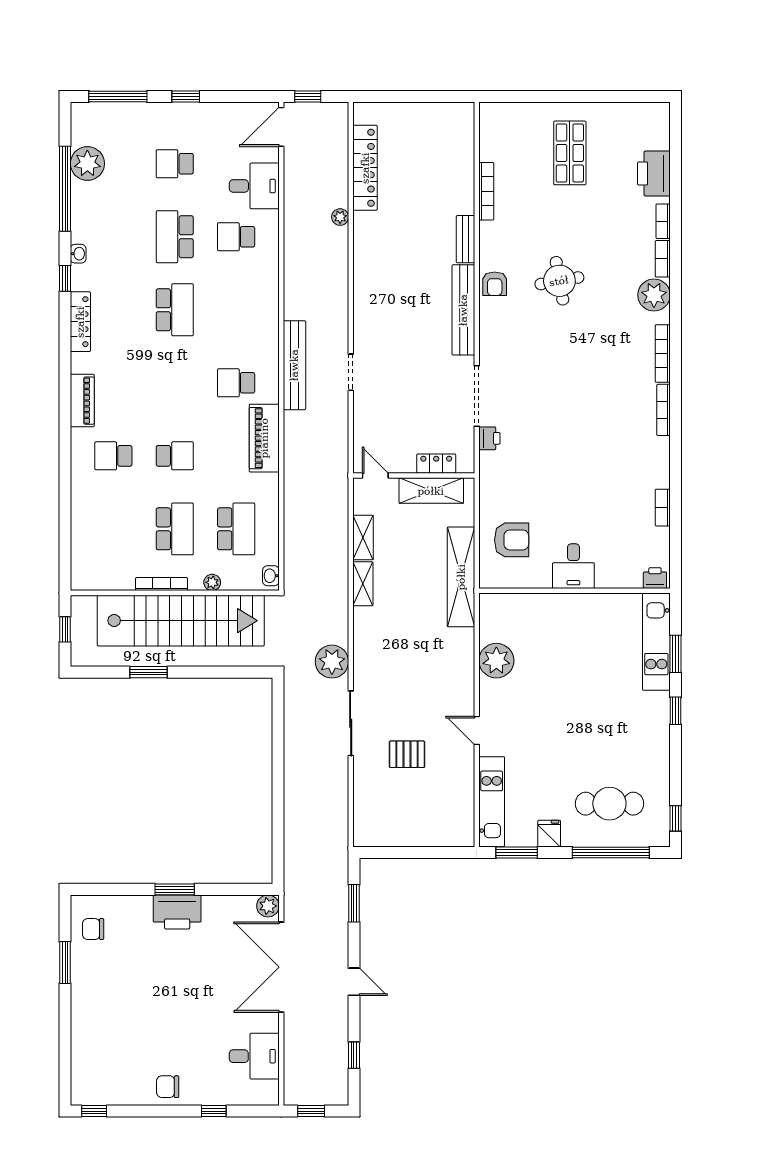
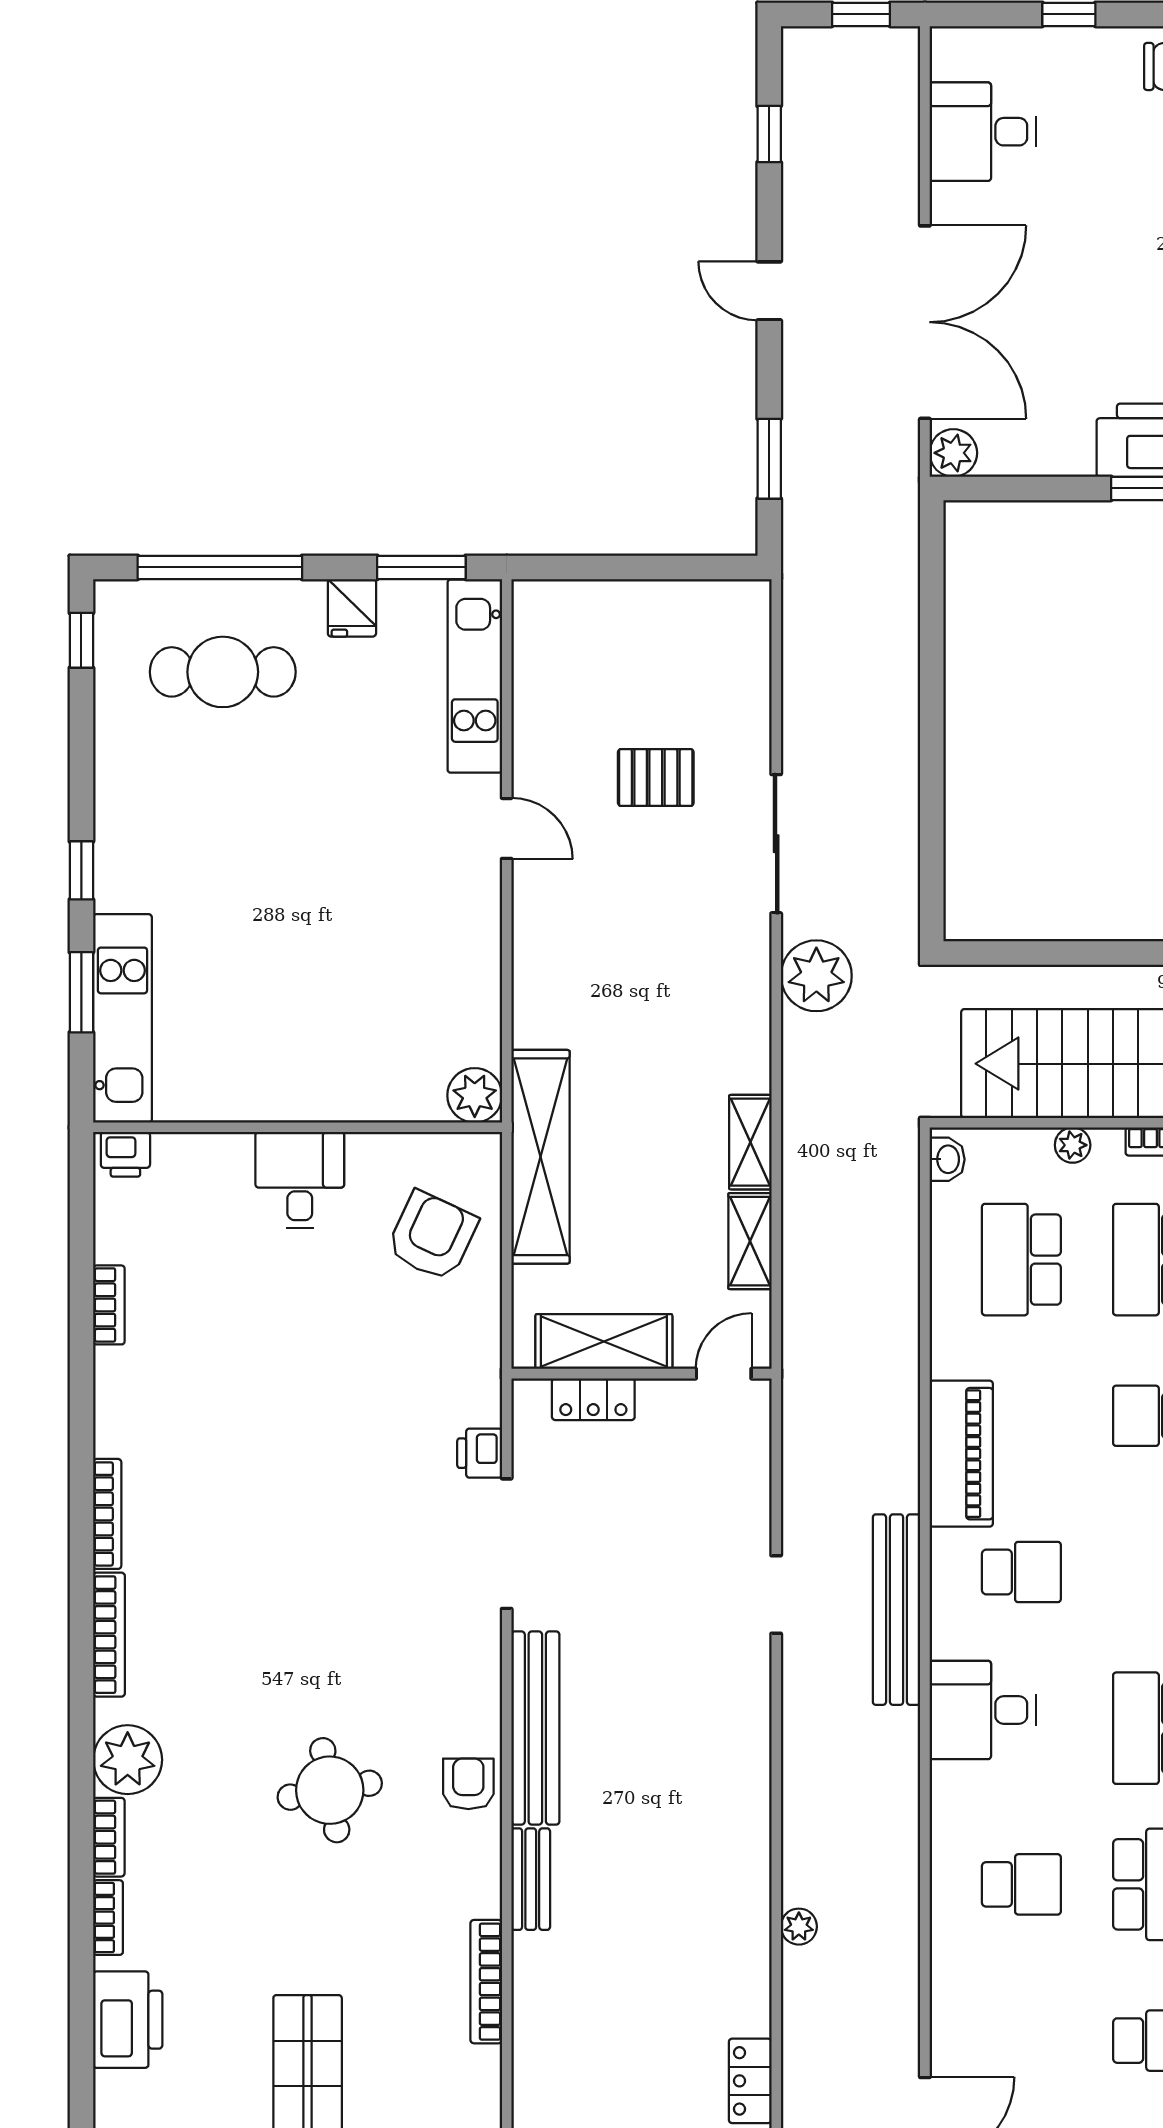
locker: (365, 168) -> (750, 2081), width x0.46, depth x0.83
desk: (254, 186) -> (983, 1710), moved
door: (375, 476) -> (724, 1374), swing flipped
armchair: (512, 540) -> (432, 1236), turned 115
plant: (496, 661) -> (475, 1095), moved, width x0.73, depth x0.73

